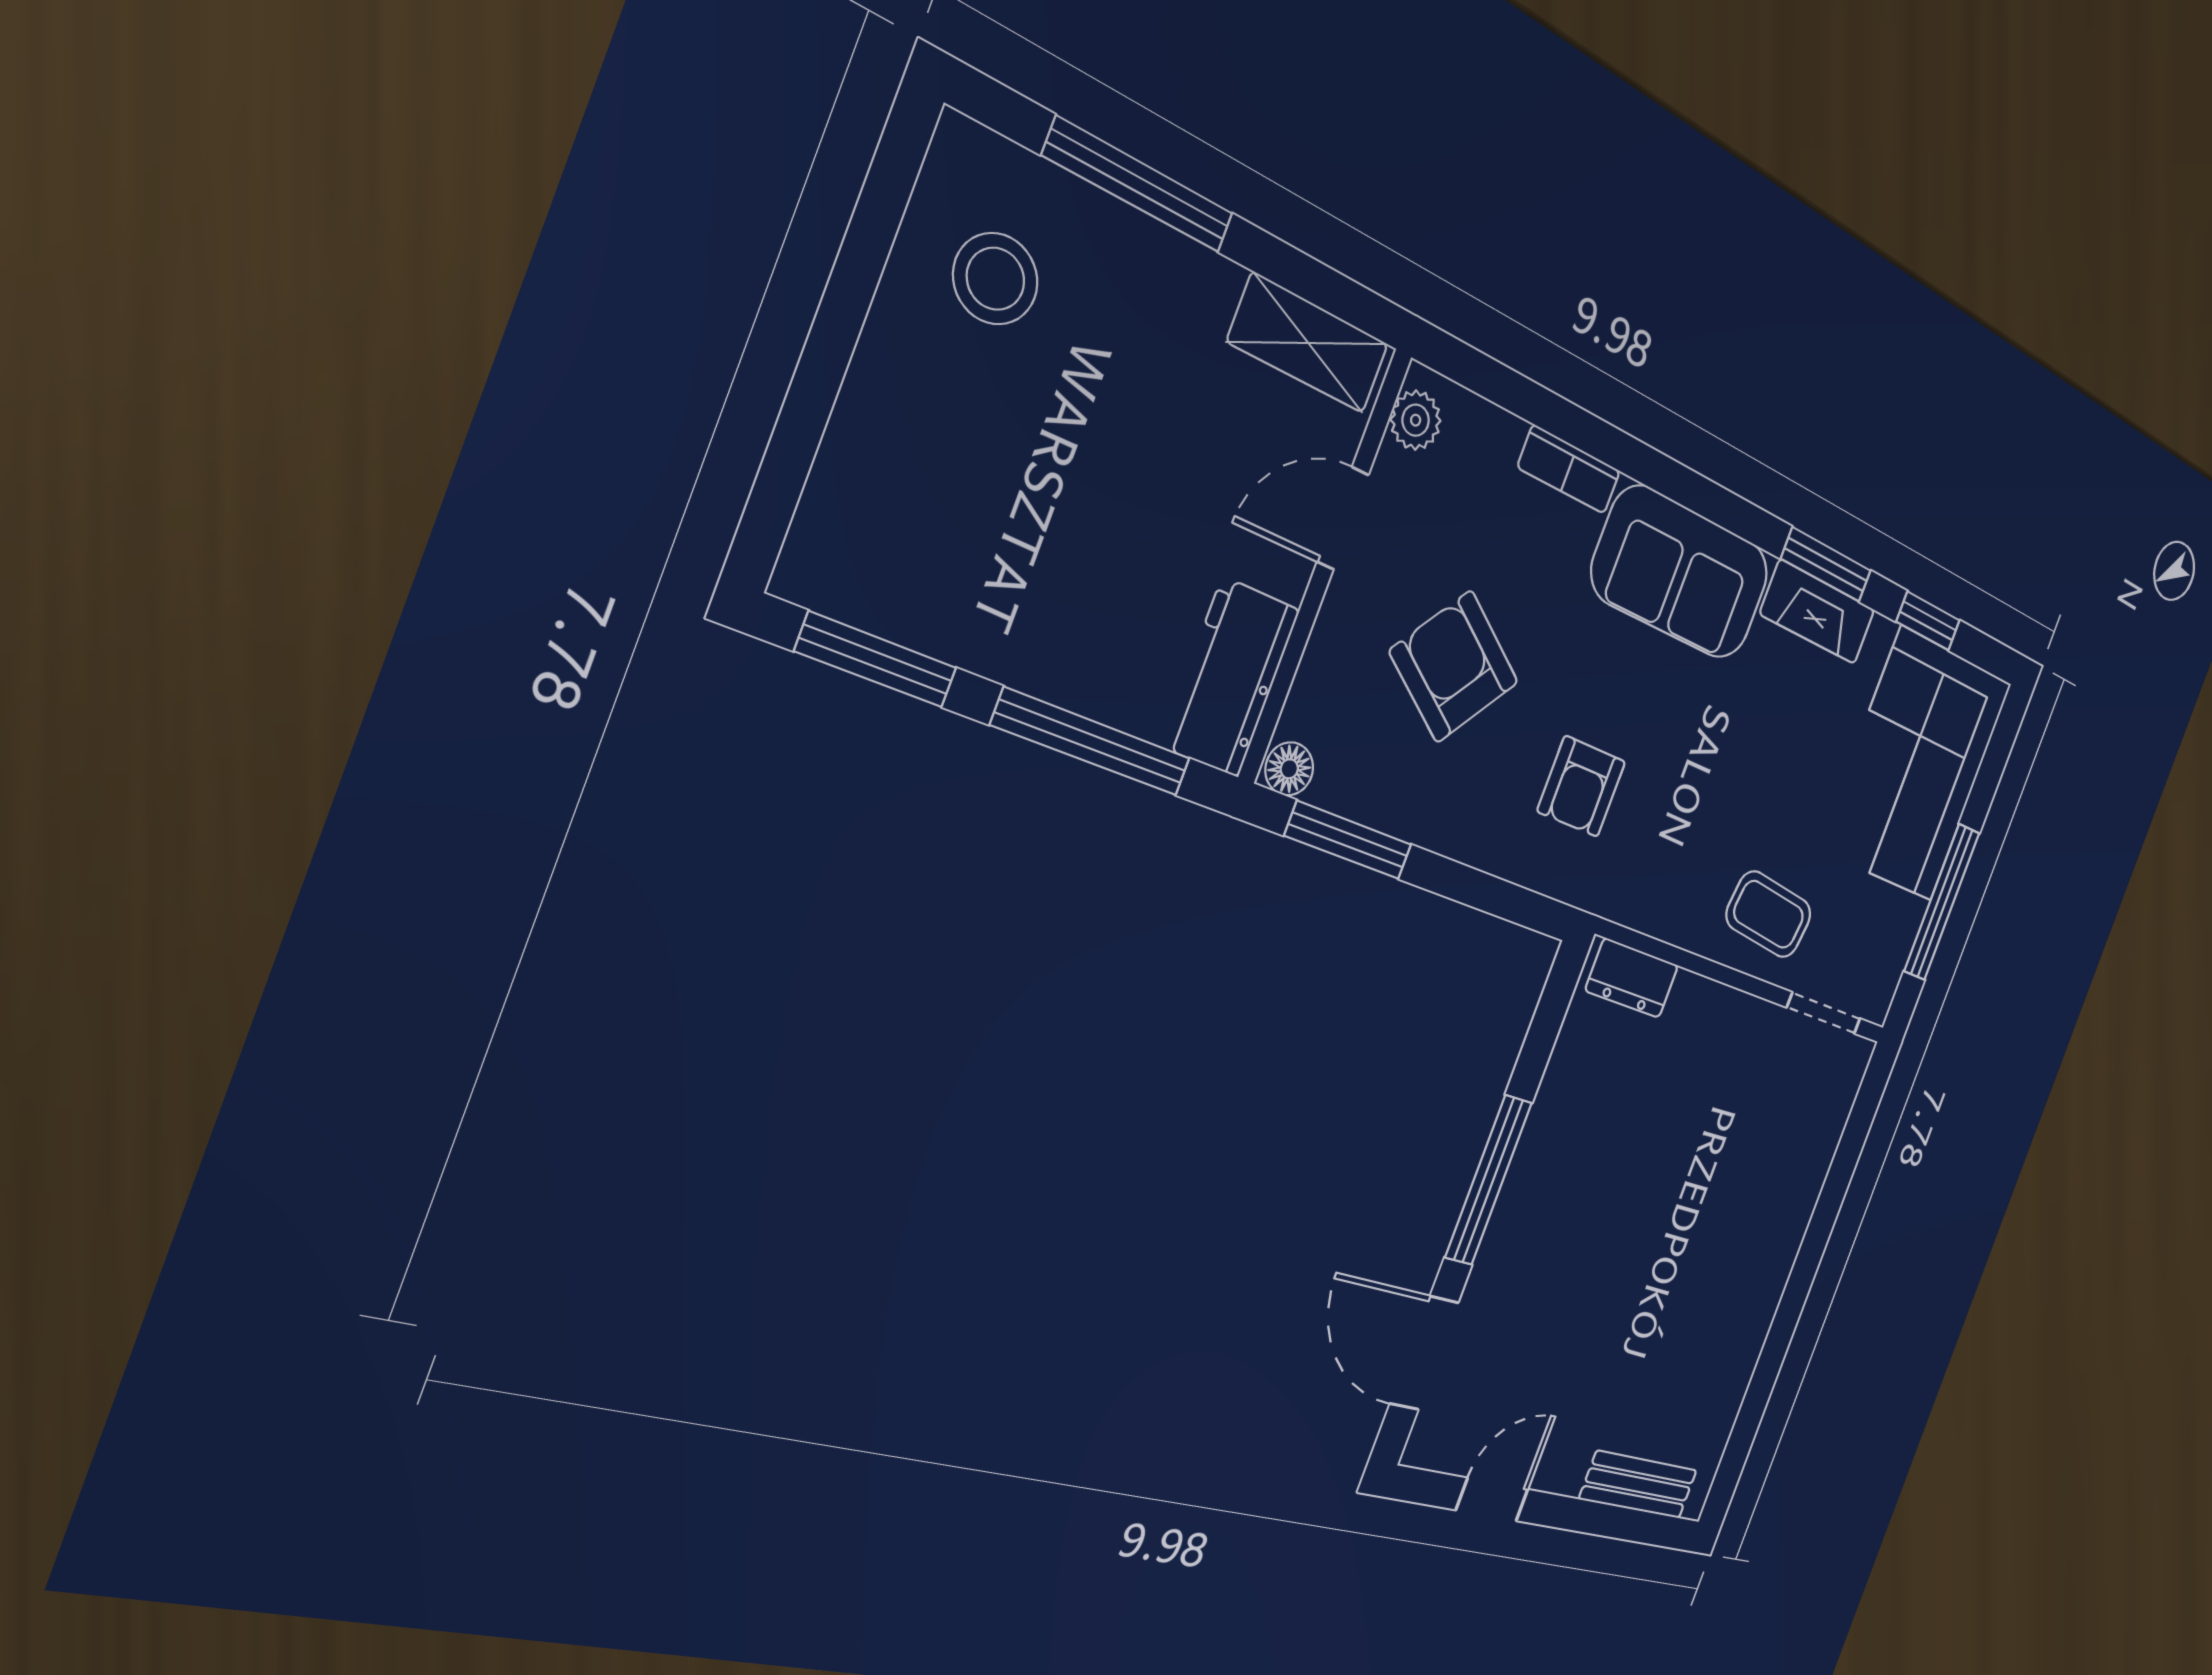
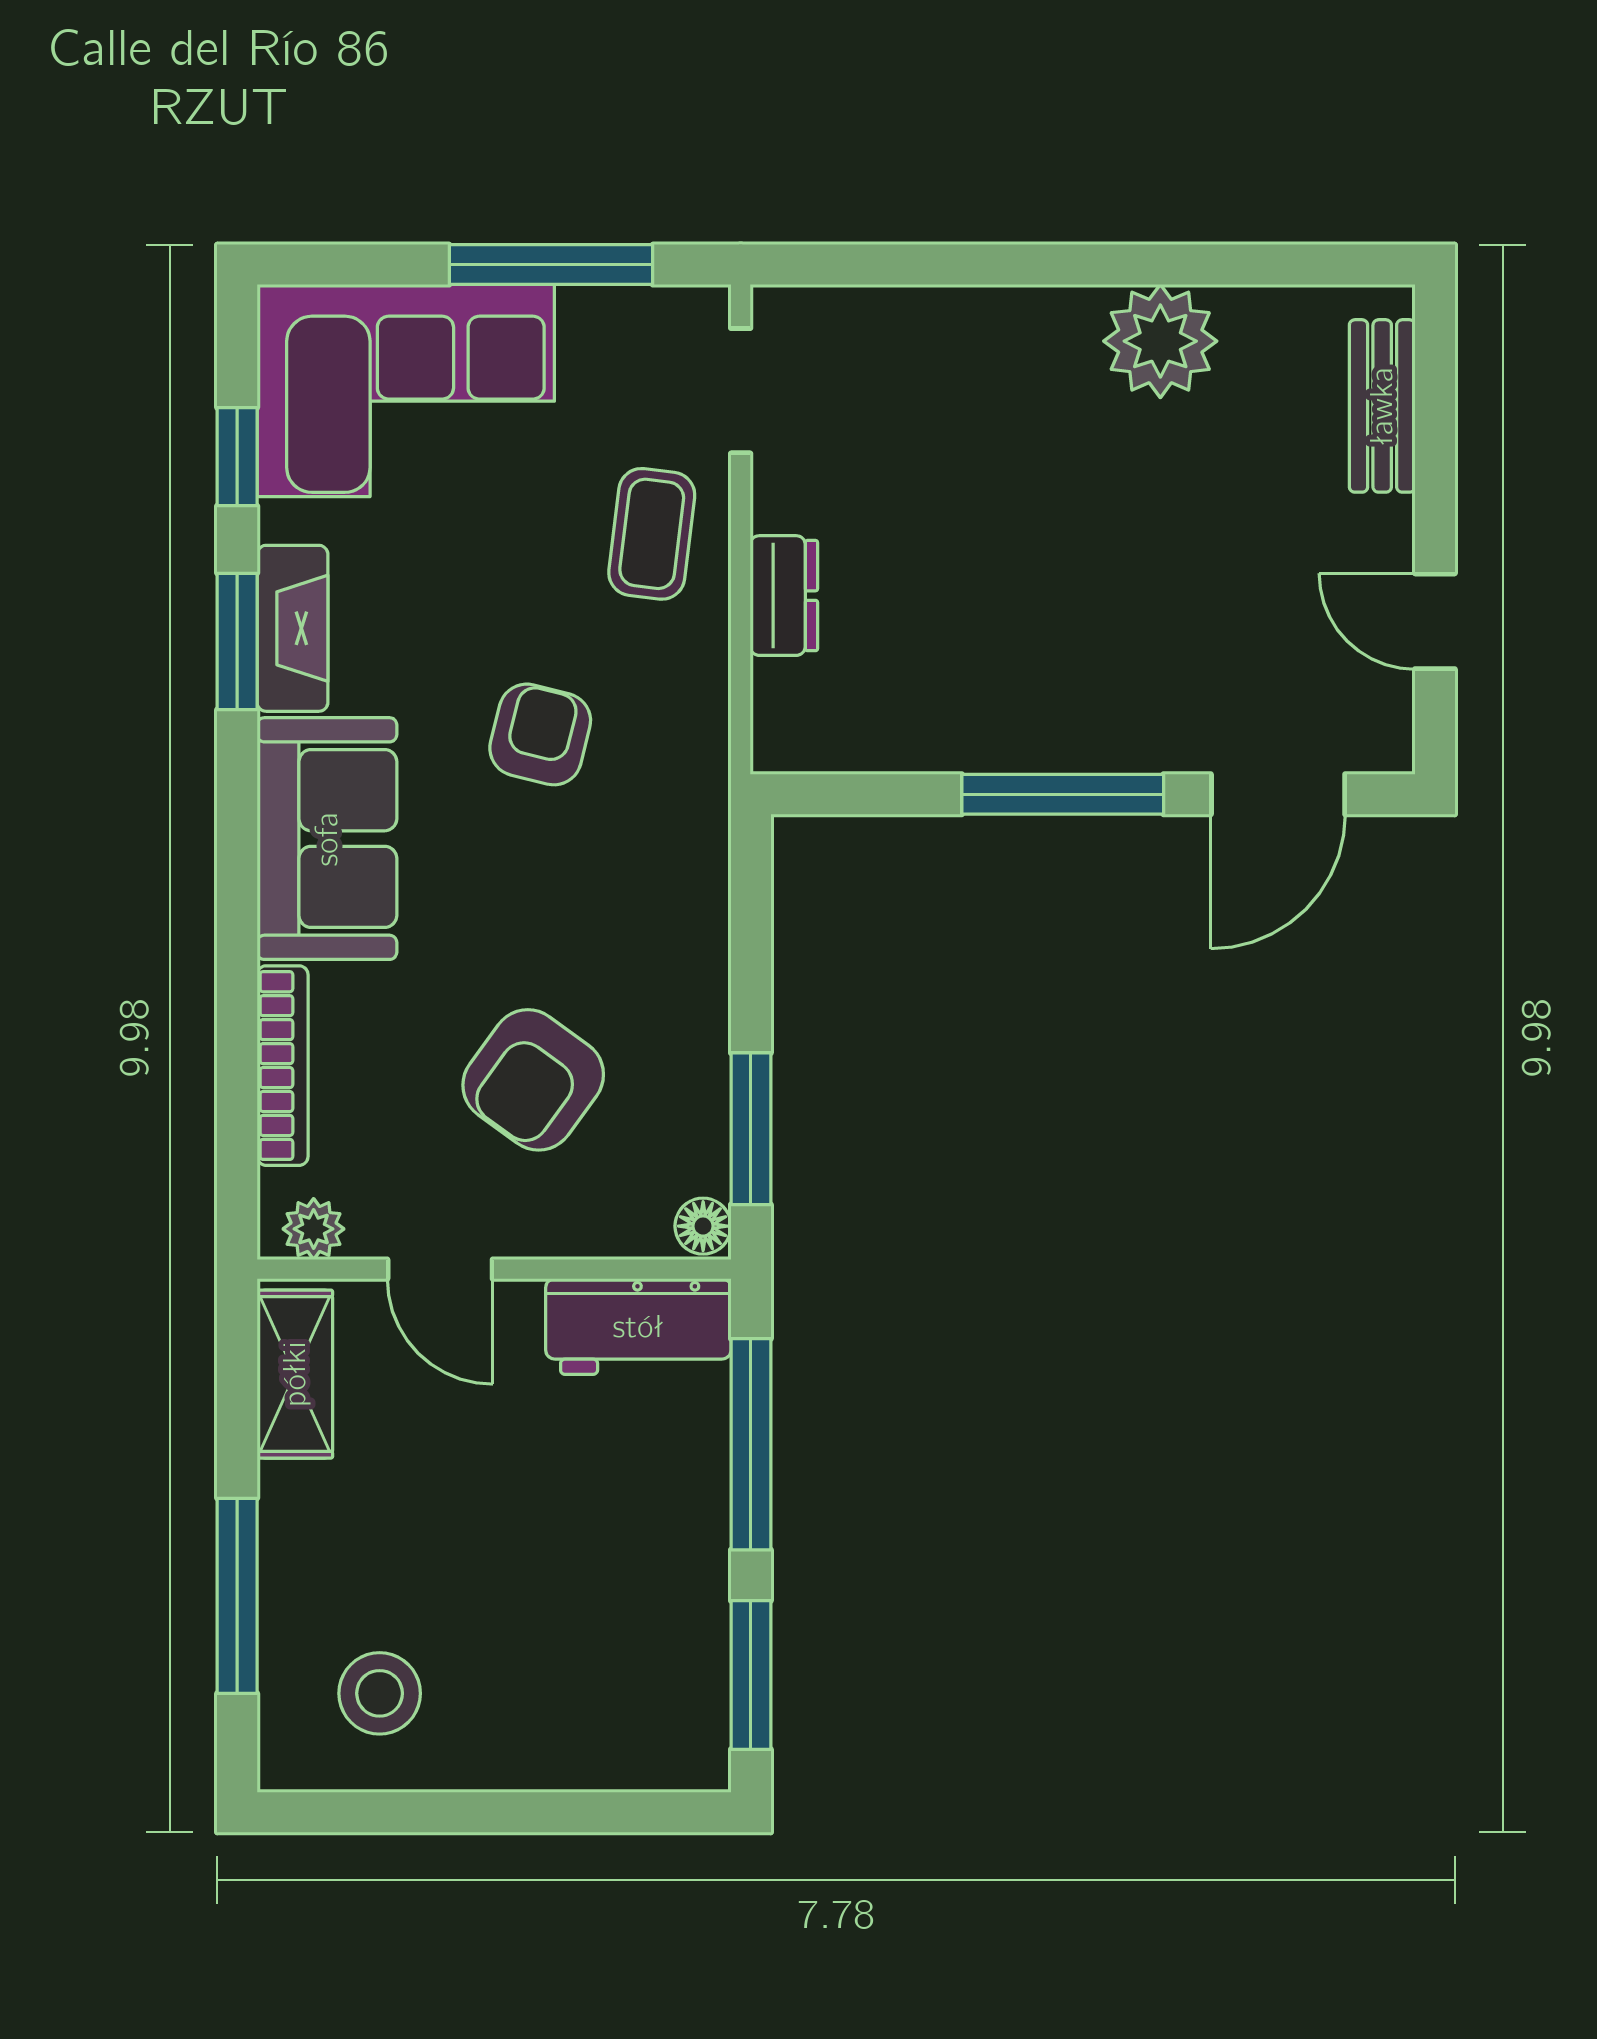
bookcase: (1569, 469) -> (283, 1066), width x1.56
armchair: (1581, 786) -> (540, 734), moved, turned -76
dresser: (1632, 978) -> (784, 596), moved
plant: (1736, 1330) -> (1160, 341), added

